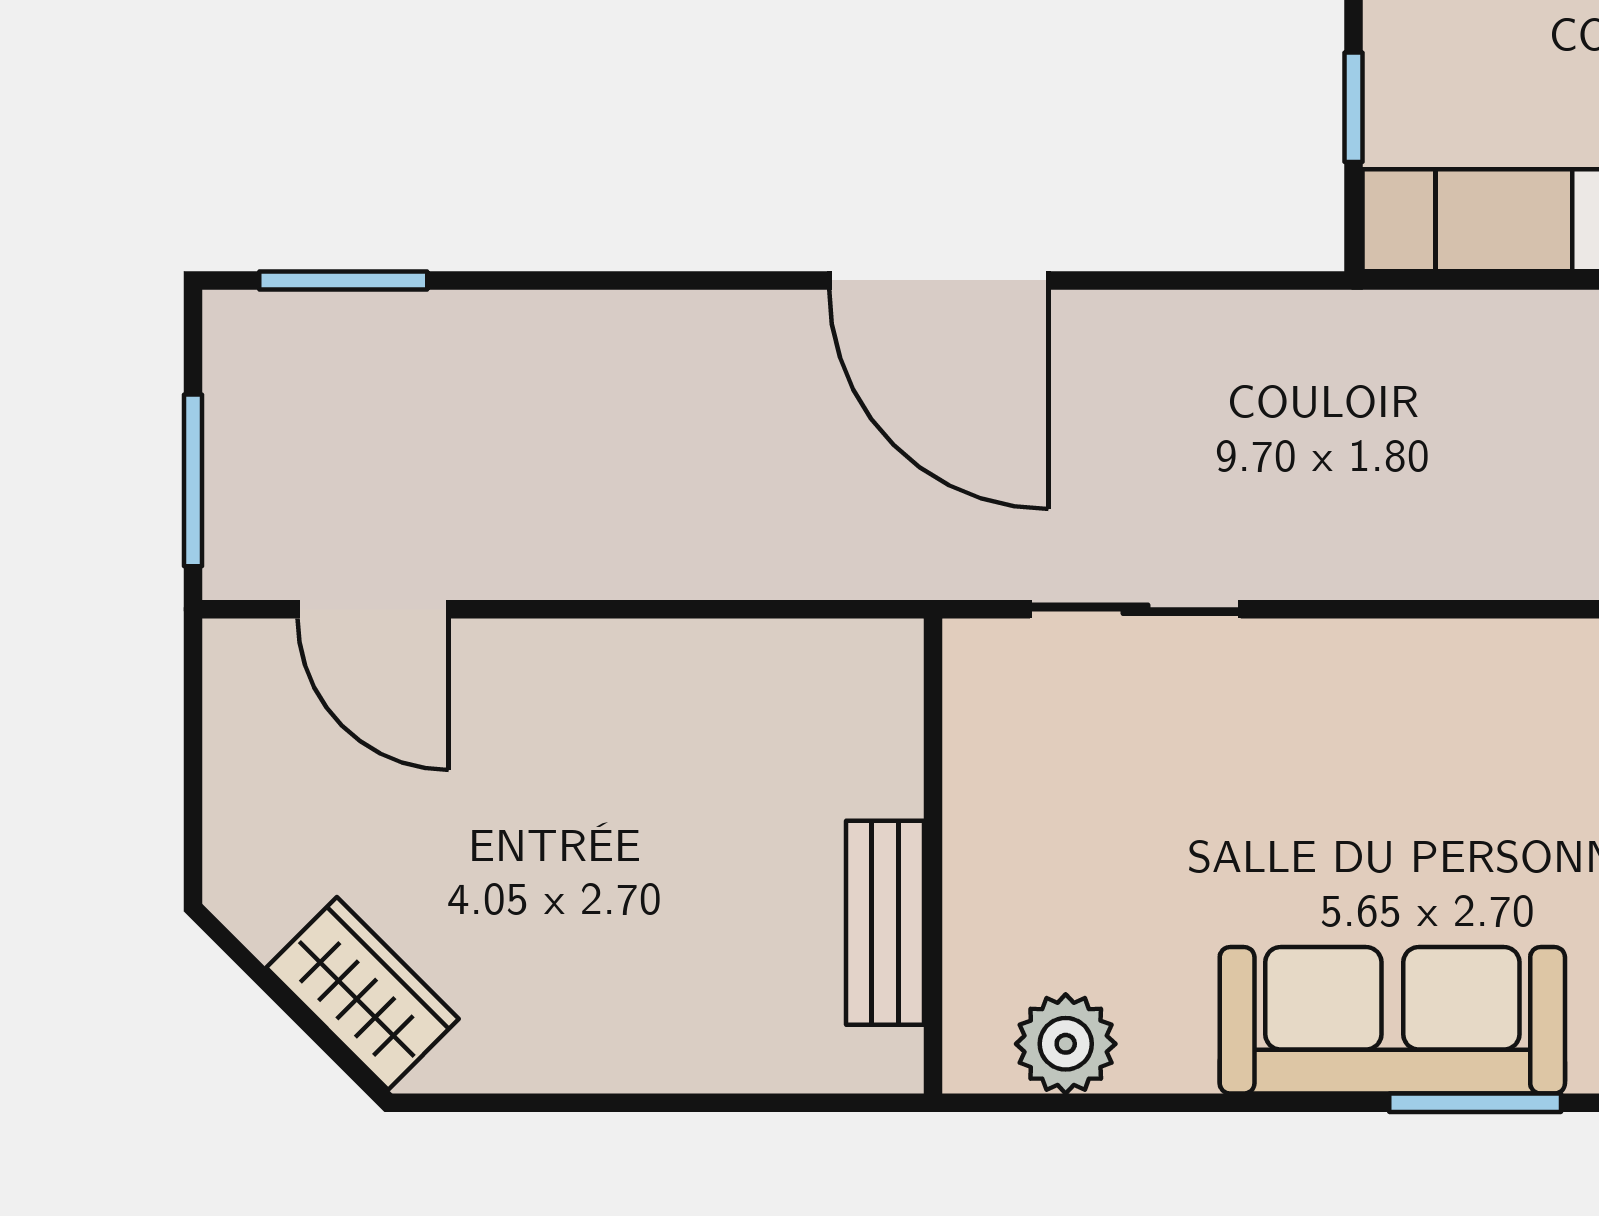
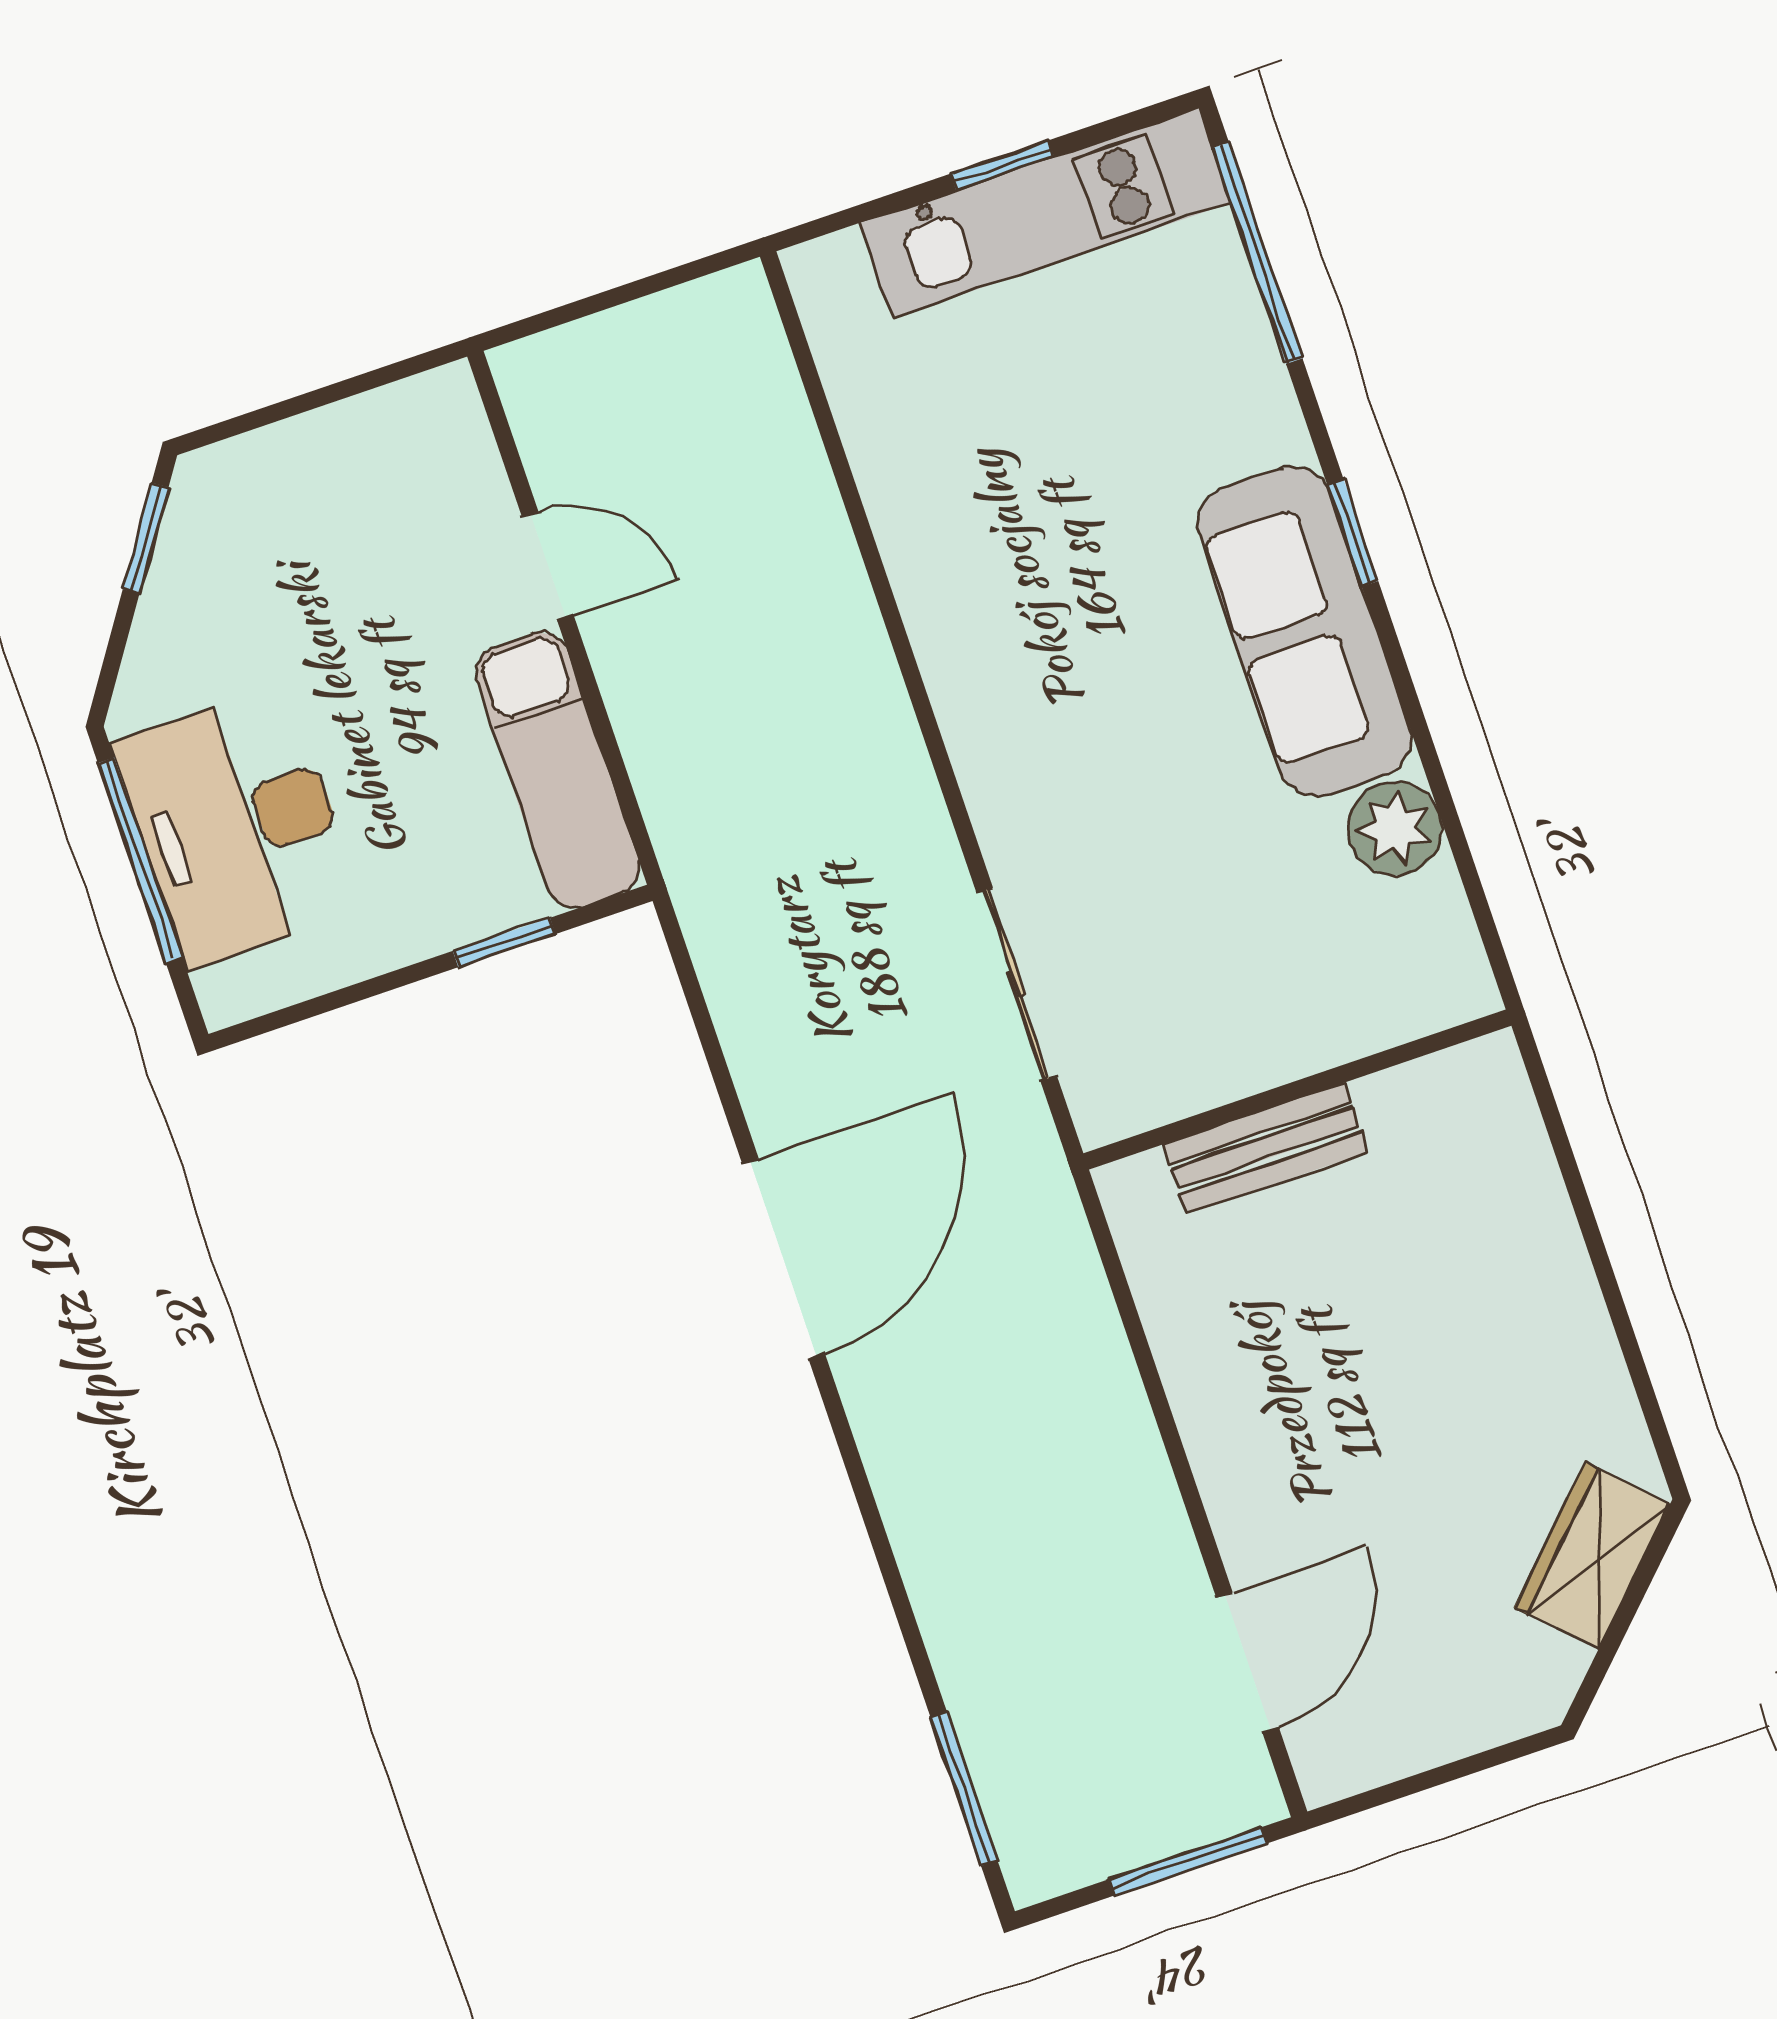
bench: (885, 923) -> (1265, 1148), moved
plant: (1066, 1044) -> (1395, 828), moved
window: (1475, 1103) -> (1353, 533), width x0.67

